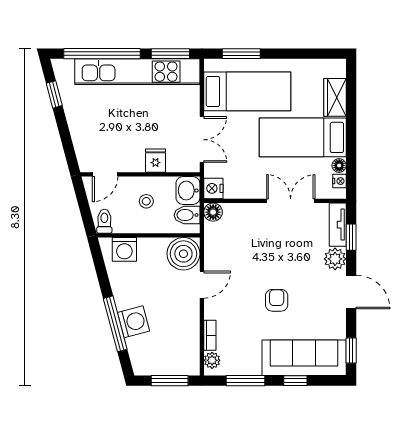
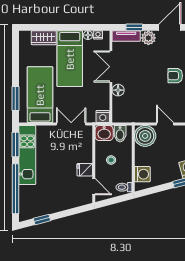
kitchen unit: (137, 72) -> (27, 155), width x0.73
fridge: (155, 161) -> (85, 170), moved
floor lamp: (213, 212) -> (118, 90), moved

